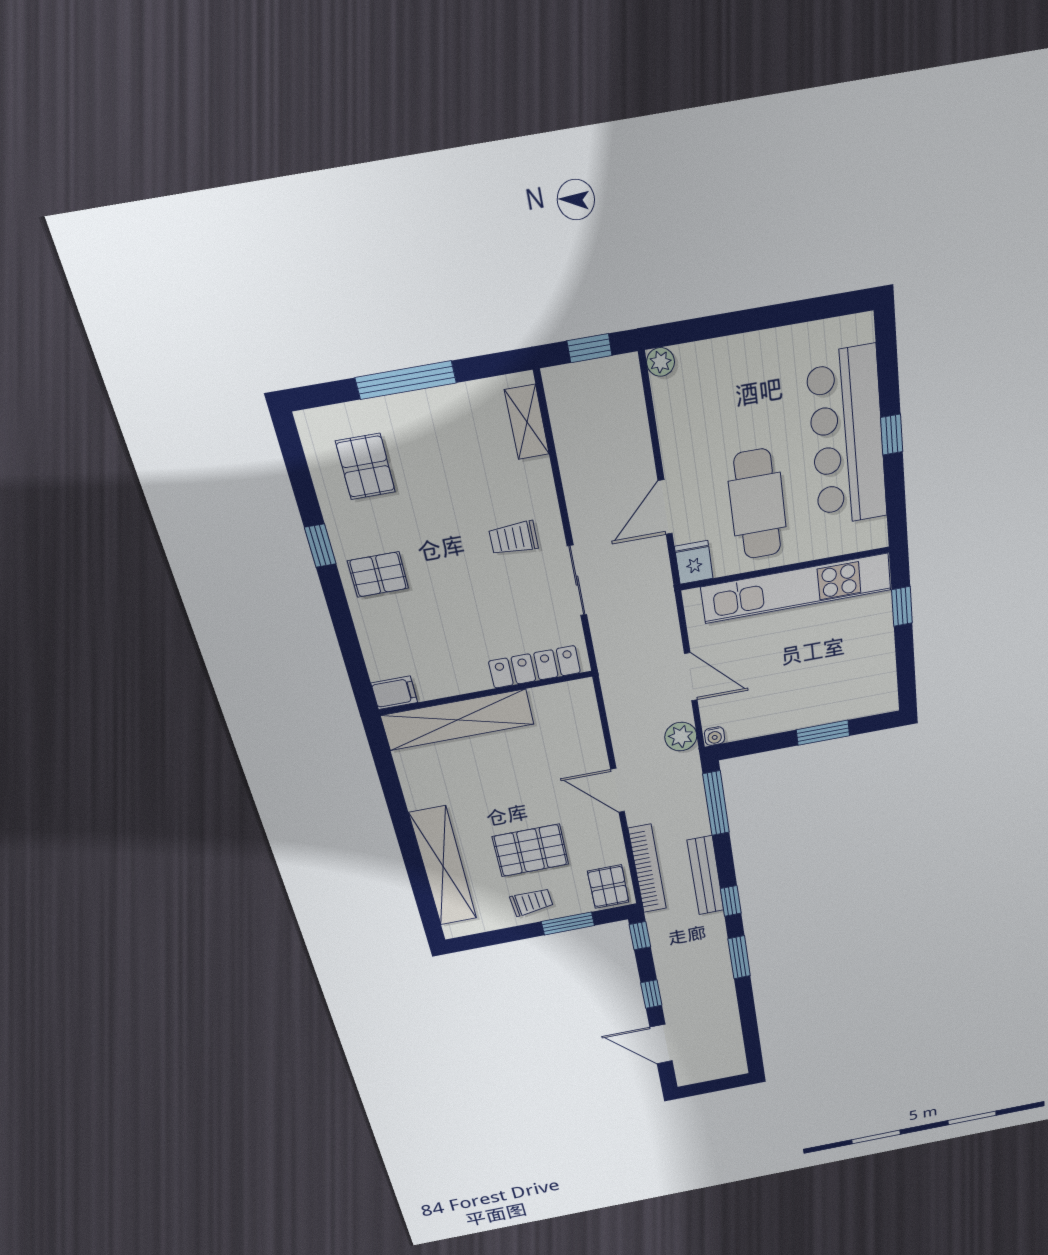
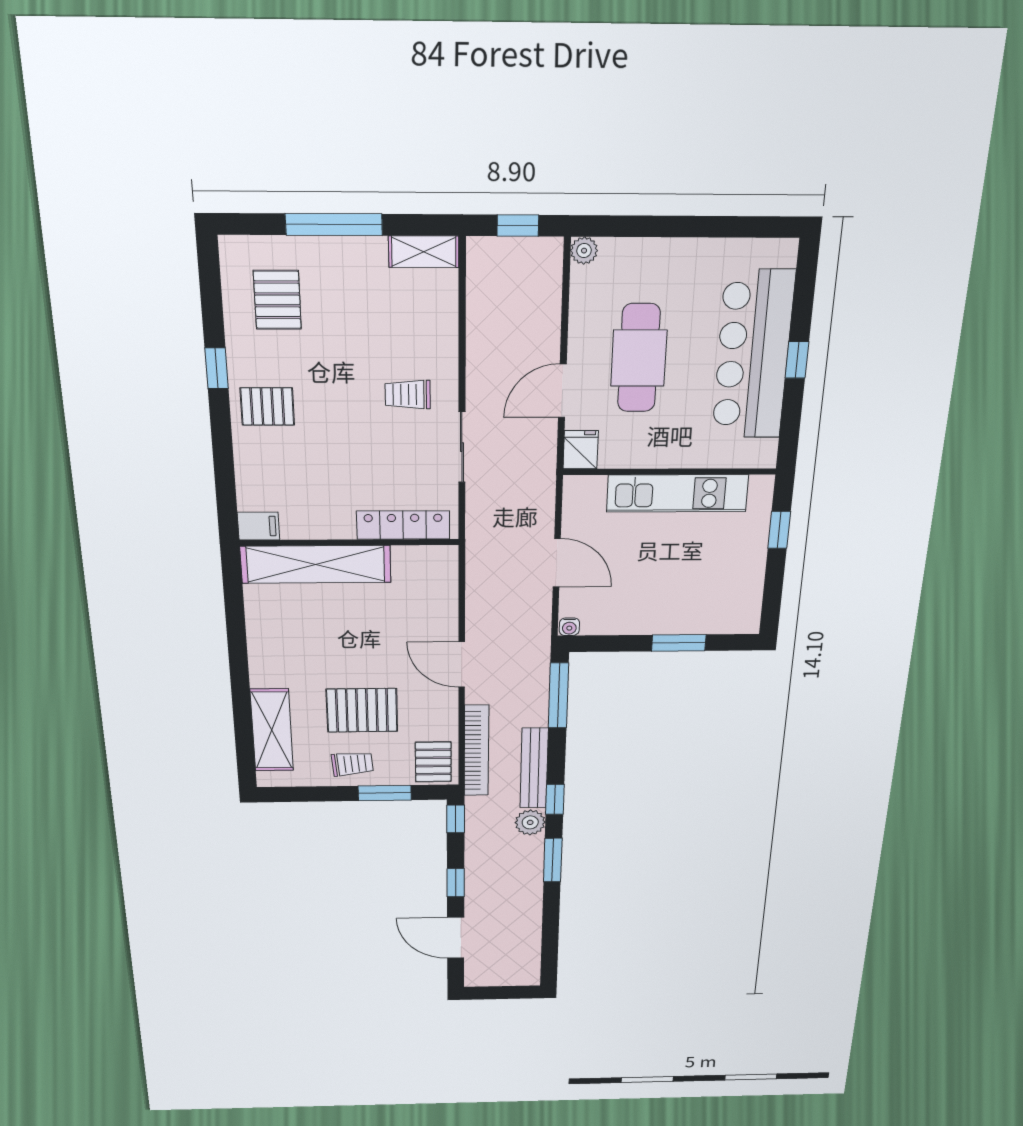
shelving: (527, 422) -> (424, 252), moved, turned 90
cafe table: (757, 504) -> (639, 358), moved
kitchen unit: (796, 588) -> (677, 493), width x0.73
plant: (681, 737) -> (530, 822), moved
shelving: (443, 866) -> (272, 730), width x0.68

